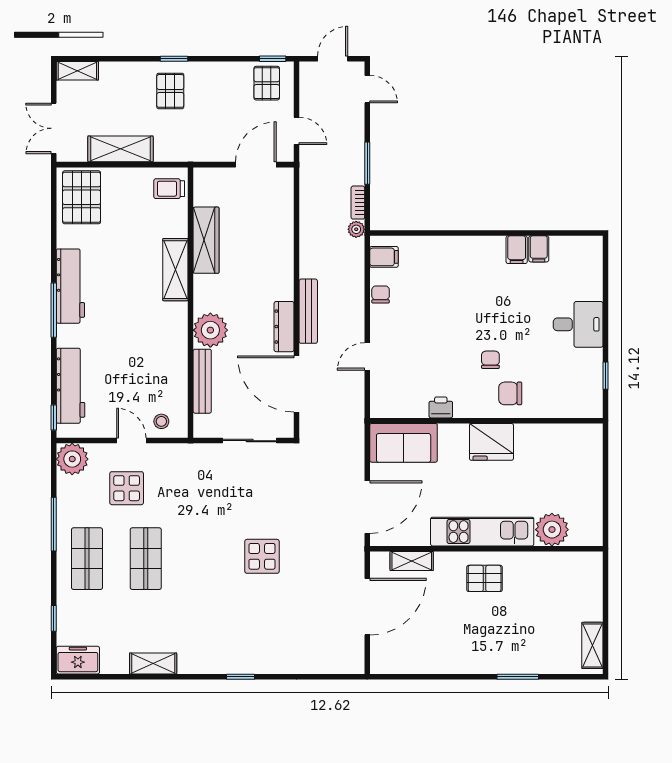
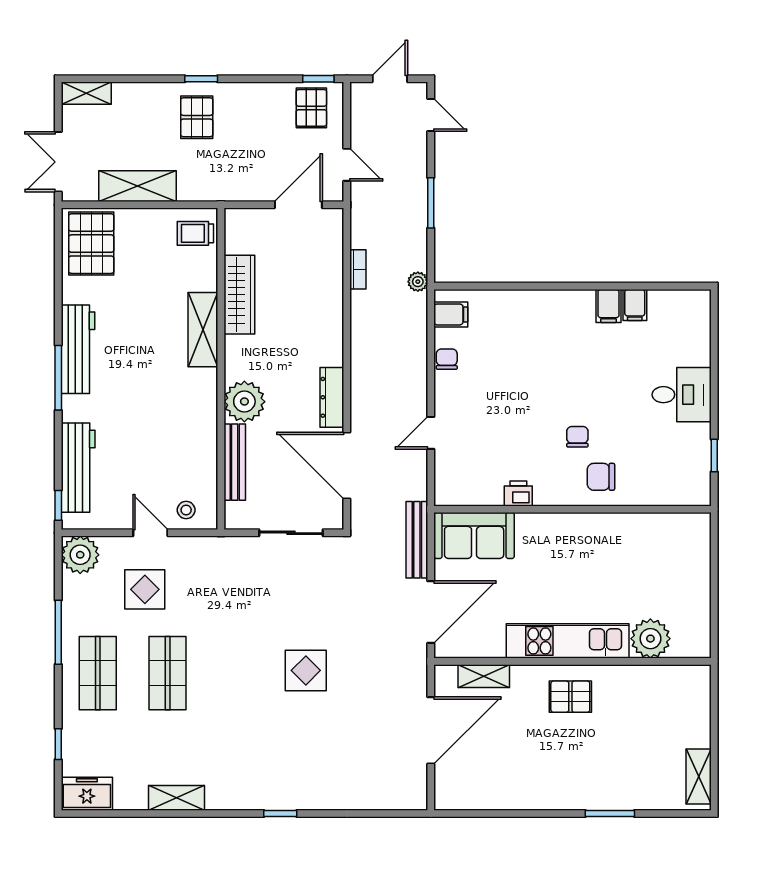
bookcase: (358, 203) -> (358, 269), moved, turned 180
bench: (308, 311) -> (417, 540), moved
fridge: (491, 442) -> (579, 534), removed

